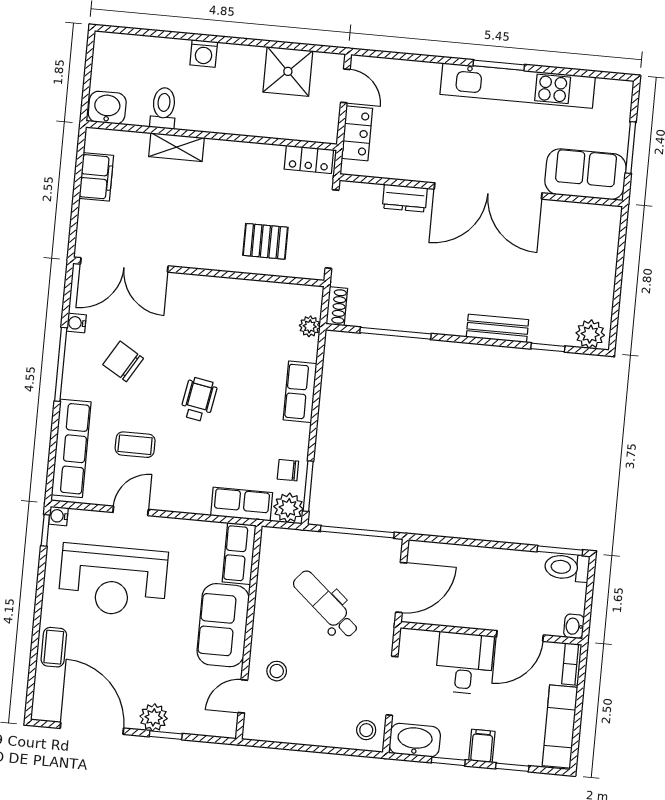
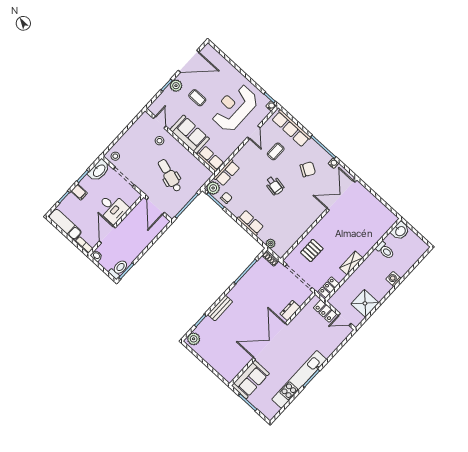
shelving: (177, 147) -> (351, 263), moved
filing cabinet: (96, 177) -> (379, 209), removed
dental chair: (326, 604) -> (170, 175), turned -114
coffee table: (54, 647) -> (197, 98), moved

